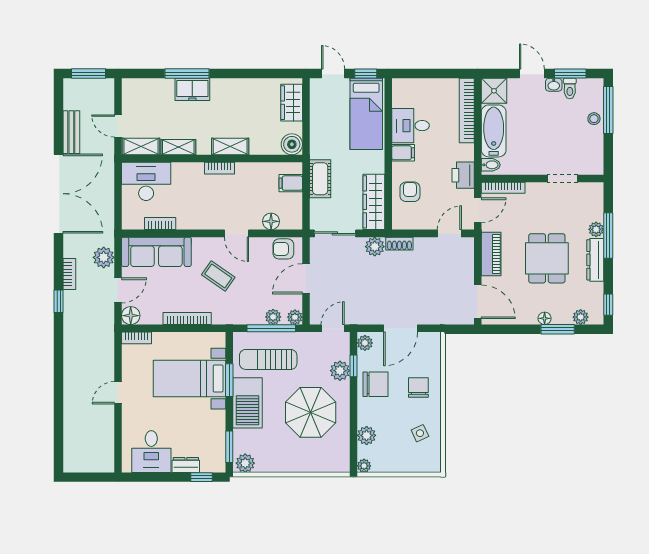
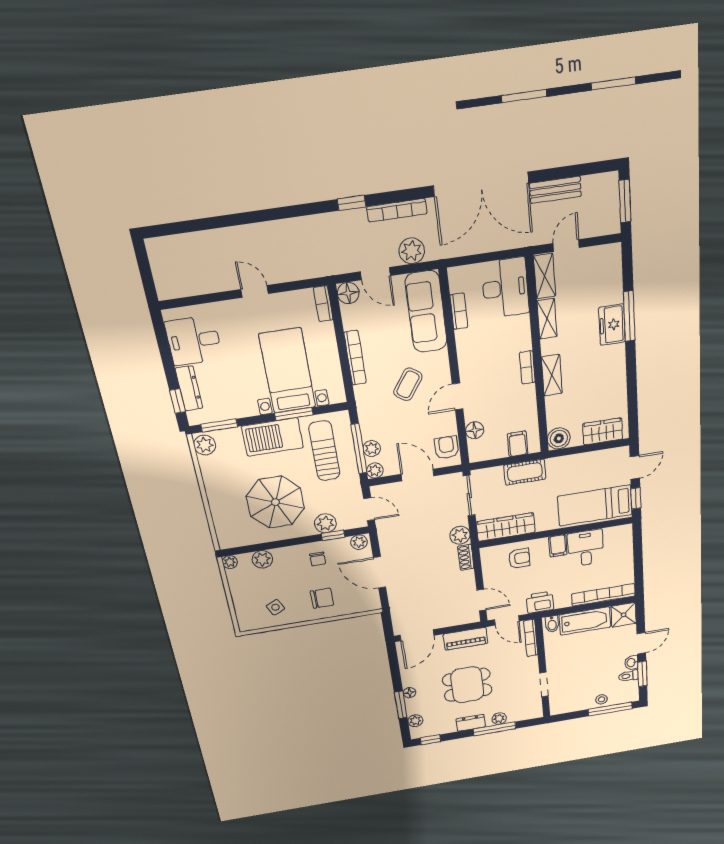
dresser: (595, 260) -> (471, 723), width x0.70
bookcase: (69, 274) -> (397, 210), width x1.56
chair: (375, 384) -> (318, 559), width x0.54, depth x0.54
dresser: (186, 465) -> (189, 388), width x1.44

